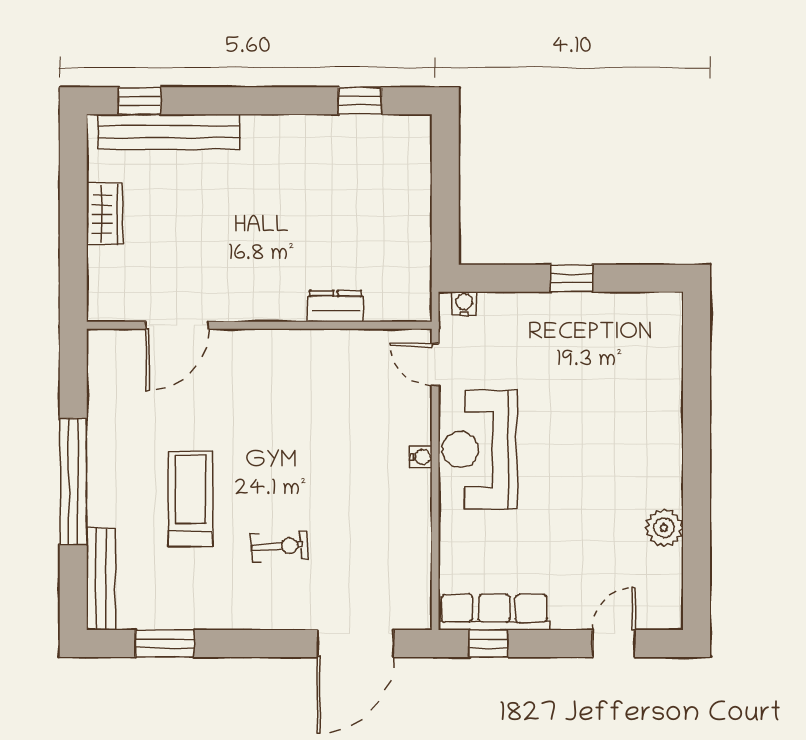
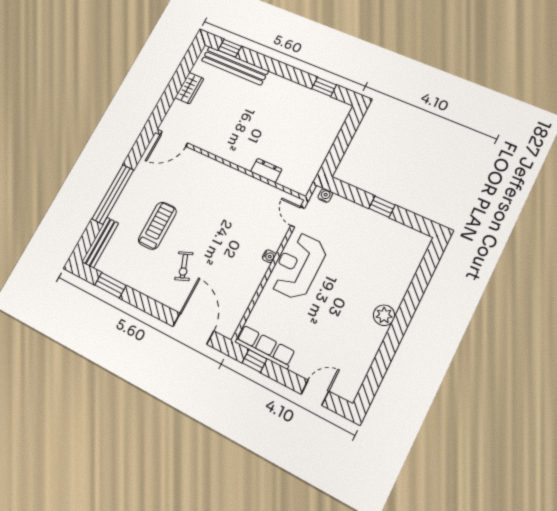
door: (177, 325) -> (174, 139), moved
plant: (664, 528) -> (384, 315), moved
exercise bike: (279, 546) -> (184, 266), turned 73
door: (355, 643) -> (193, 329), swing flipped

